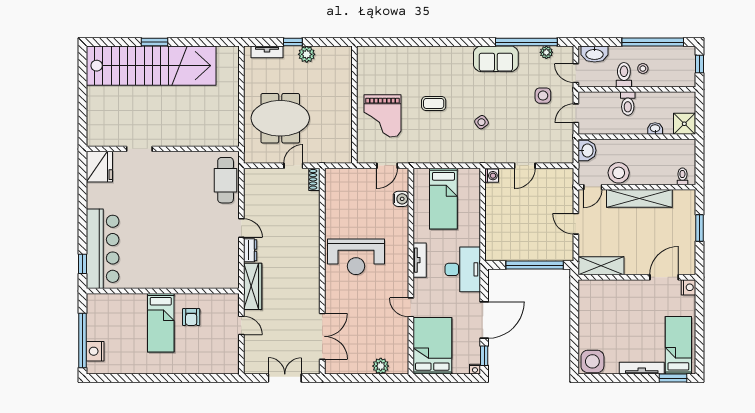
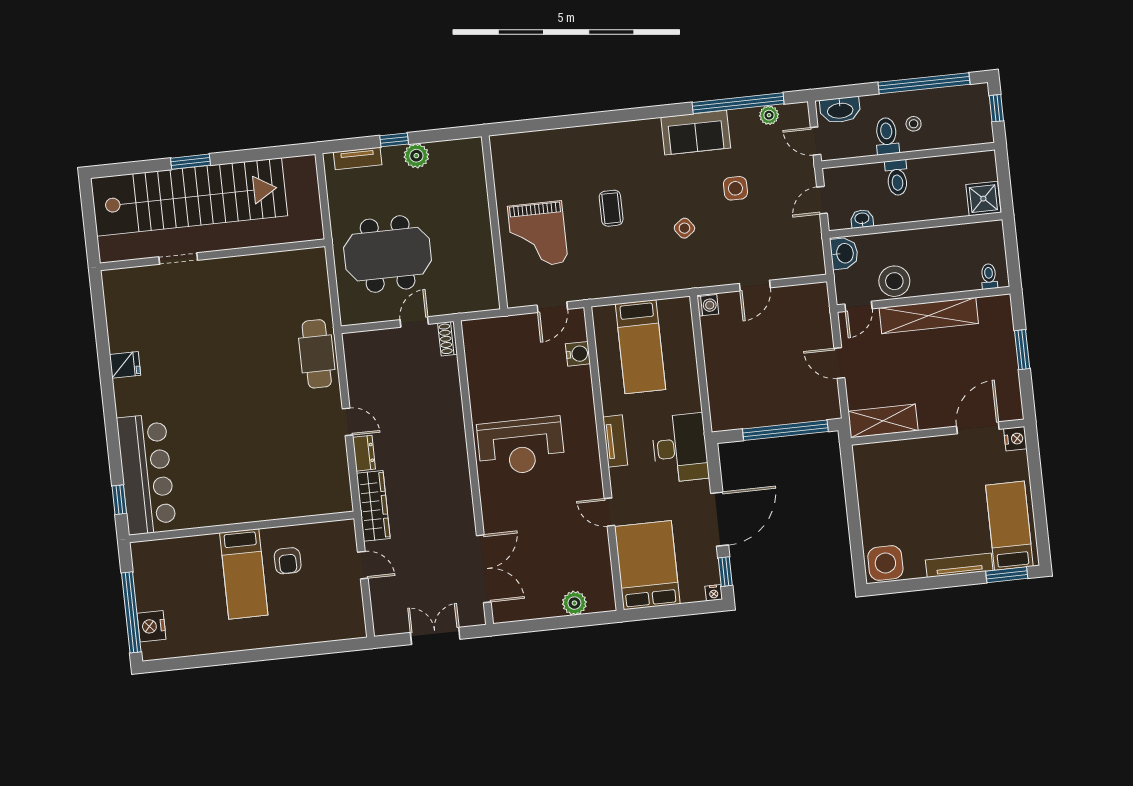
side table: (543, 96) -> (735, 188), moved
coffee table: (434, 103) -> (611, 208), turned 90
washbasin: (655, 129) -> (862, 219), moved
doorway: (139, 149) -> (178, 258), moved
wall: (163, 149) -> (212, 255), moved
fridge: (99, 167) -> (125, 365), width x0.53, depth x0.75

